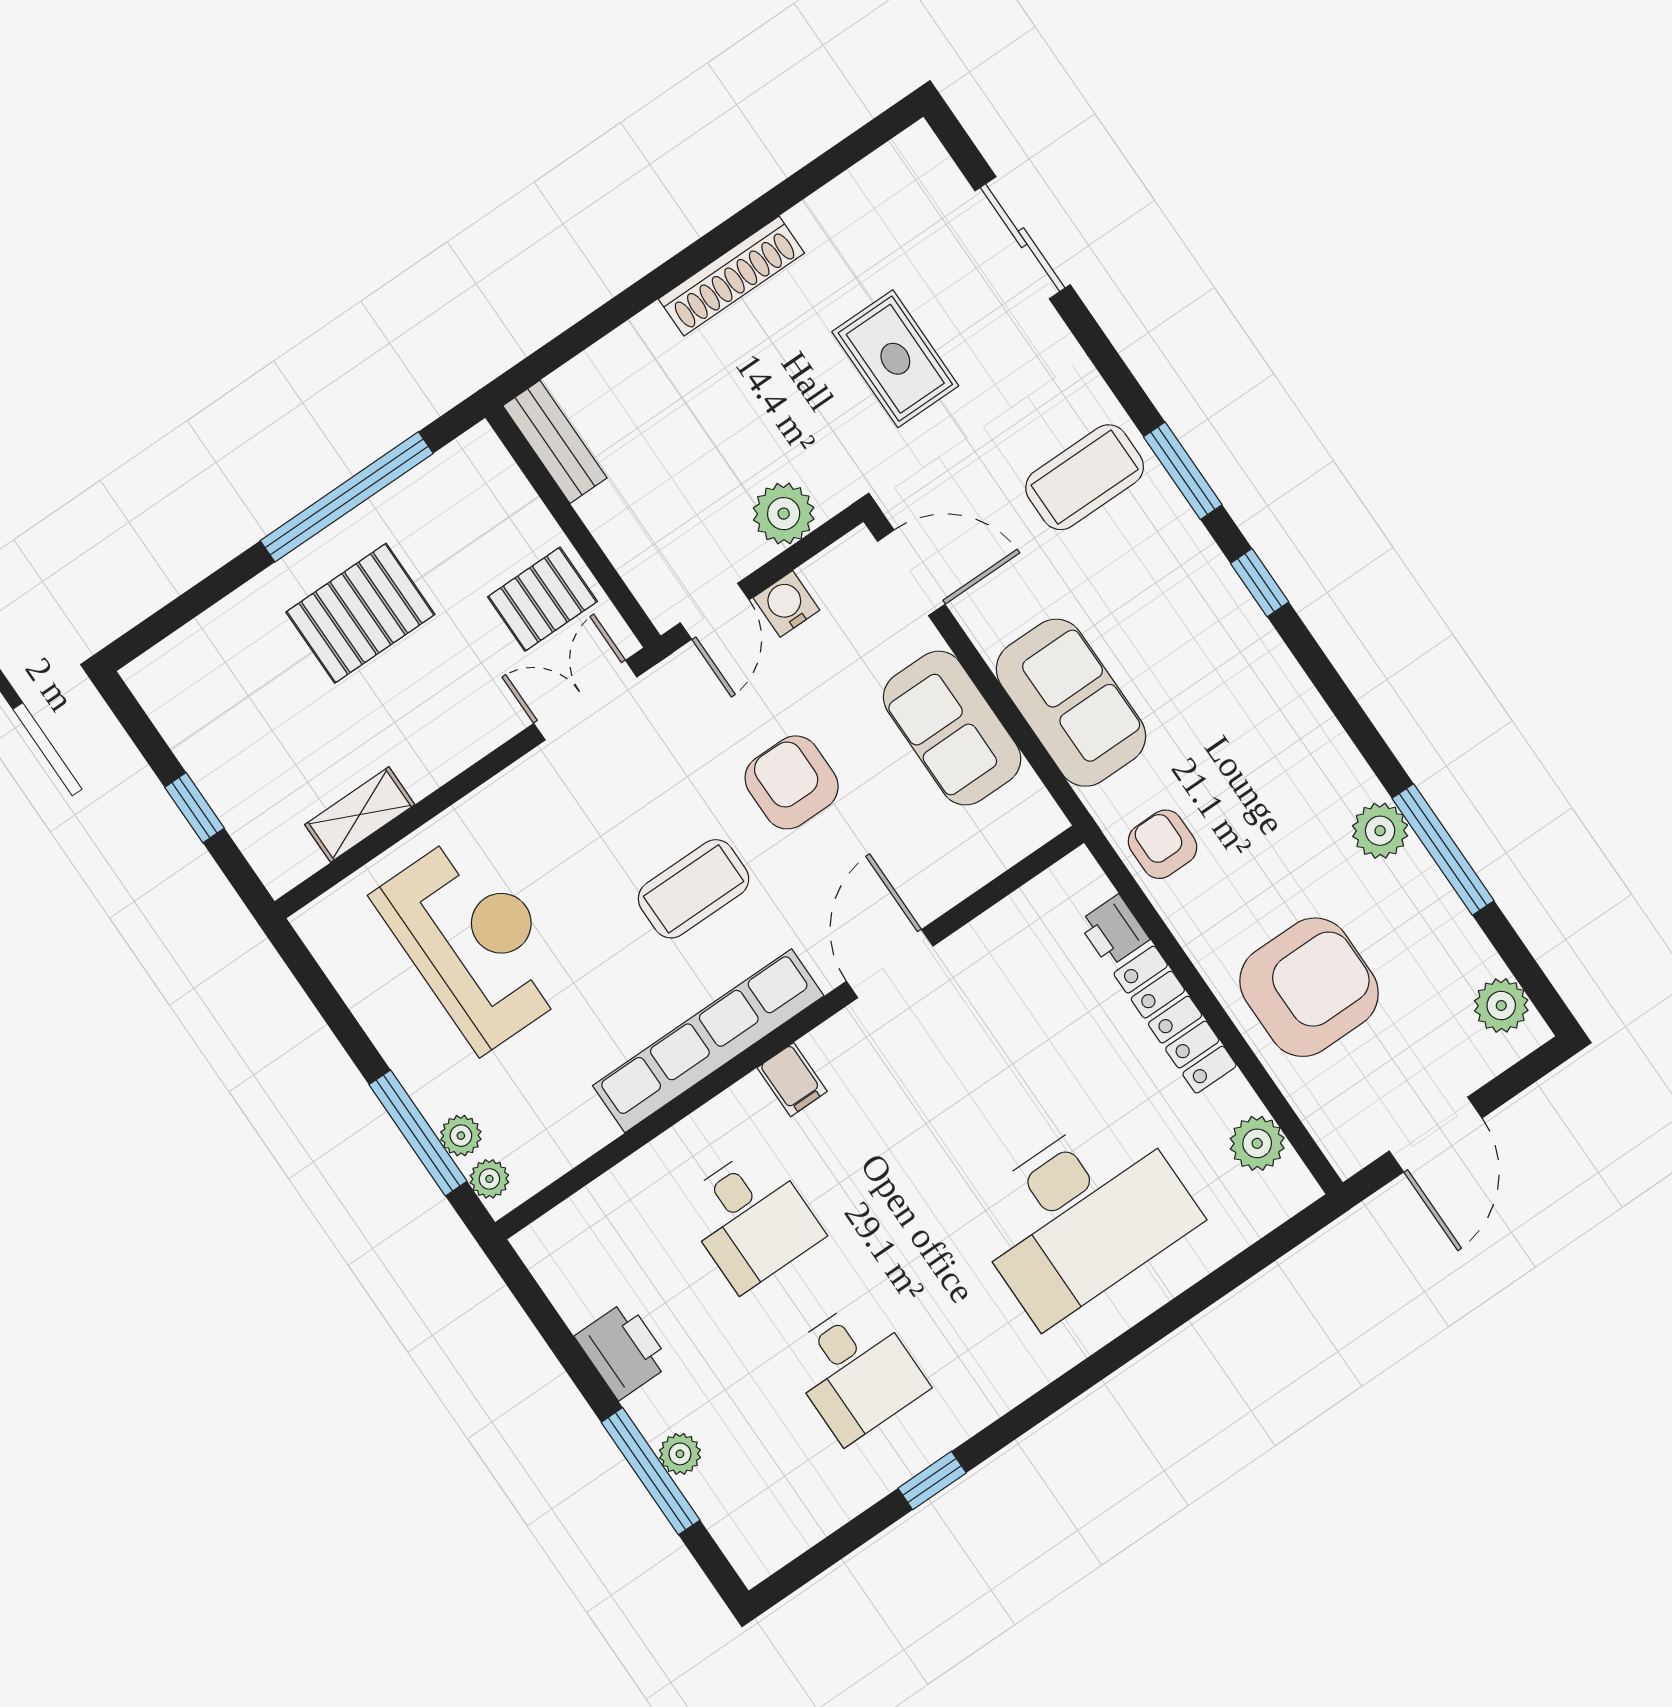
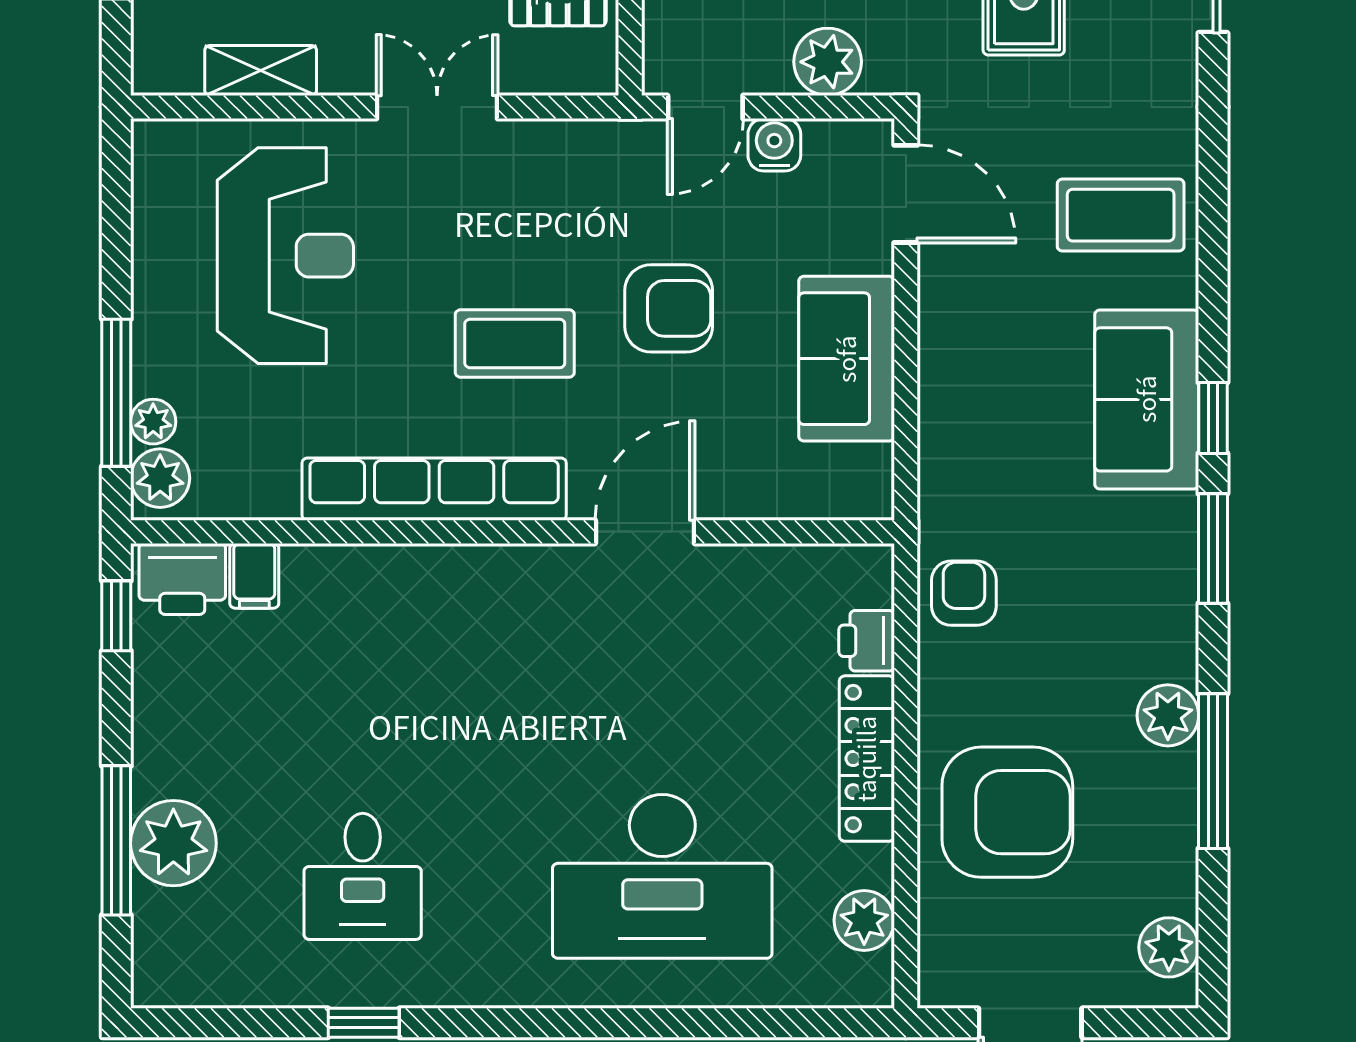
window: (1183, 471) -> (1213, 548), moved
double door: (585, 700) -> (437, 107), moved
sofa: (1071, 703) -> (1147, 399), moved, turned 180
armchair: (792, 782) -> (669, 308), turned 90
filing cabinet: (792, 1080) -> (254, 576), moved
plant: (489, 1179) -> (160, 478), width x1.38, depth x1.38
desk: (751, 1219) -> (363, 675), removed
window: (534, 1302) -> (116, 616), added
printer: (623, 1350) -> (182, 579), moved, turned 90
plant: (680, 1454) -> (173, 843), width x1.88, depth x1.88

